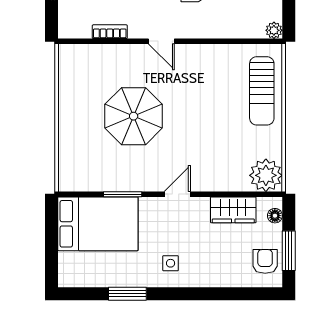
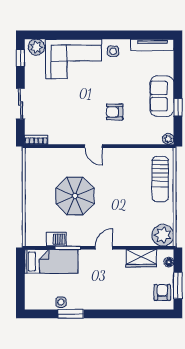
bookcase: (110, 32) -> (36, 140), moved
barbecue: (105, 181) -> (56, 239), added
bed: (98, 224) -> (51, 261), width x0.67
side table: (171, 263) -> (61, 302), moved

